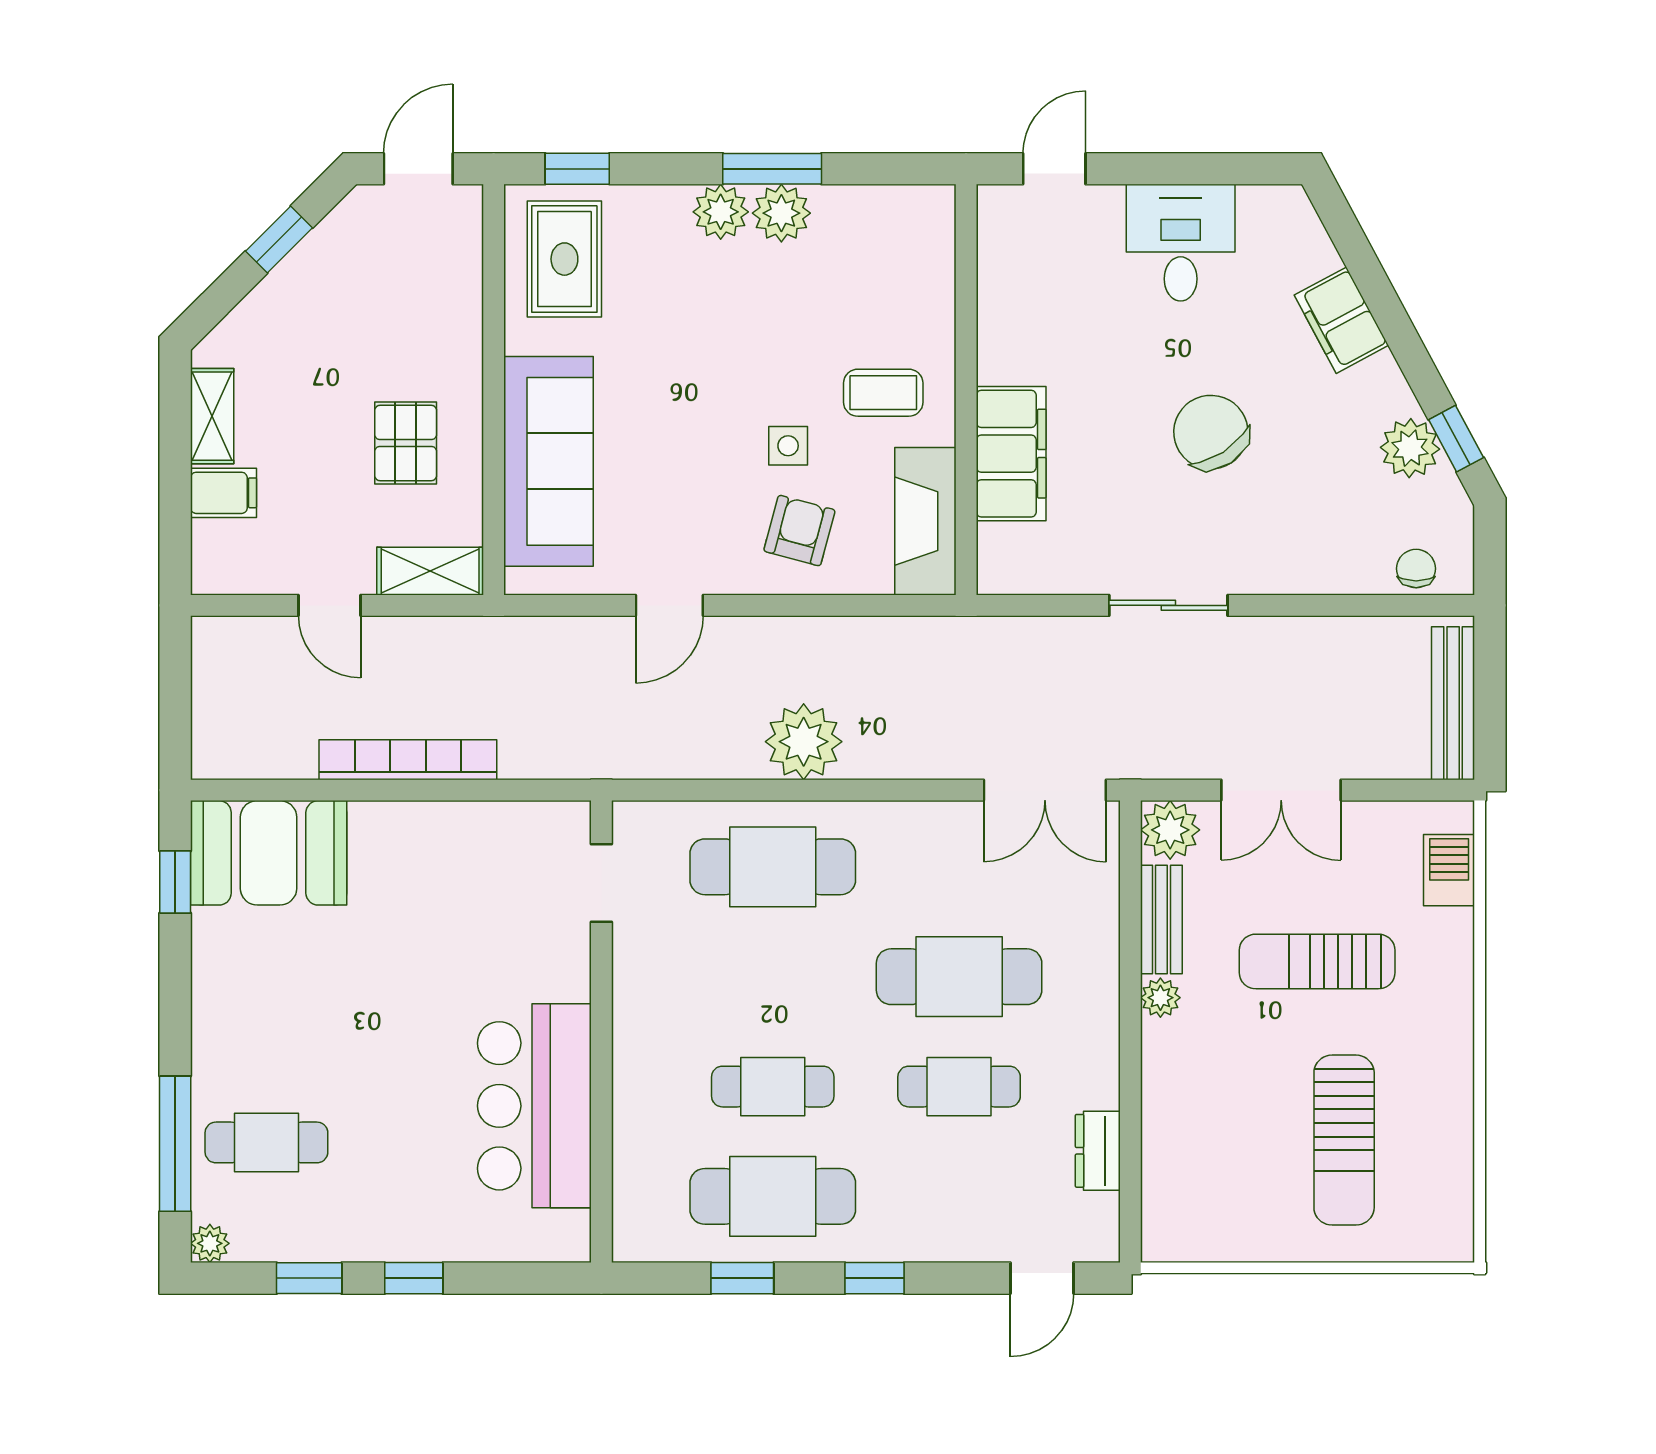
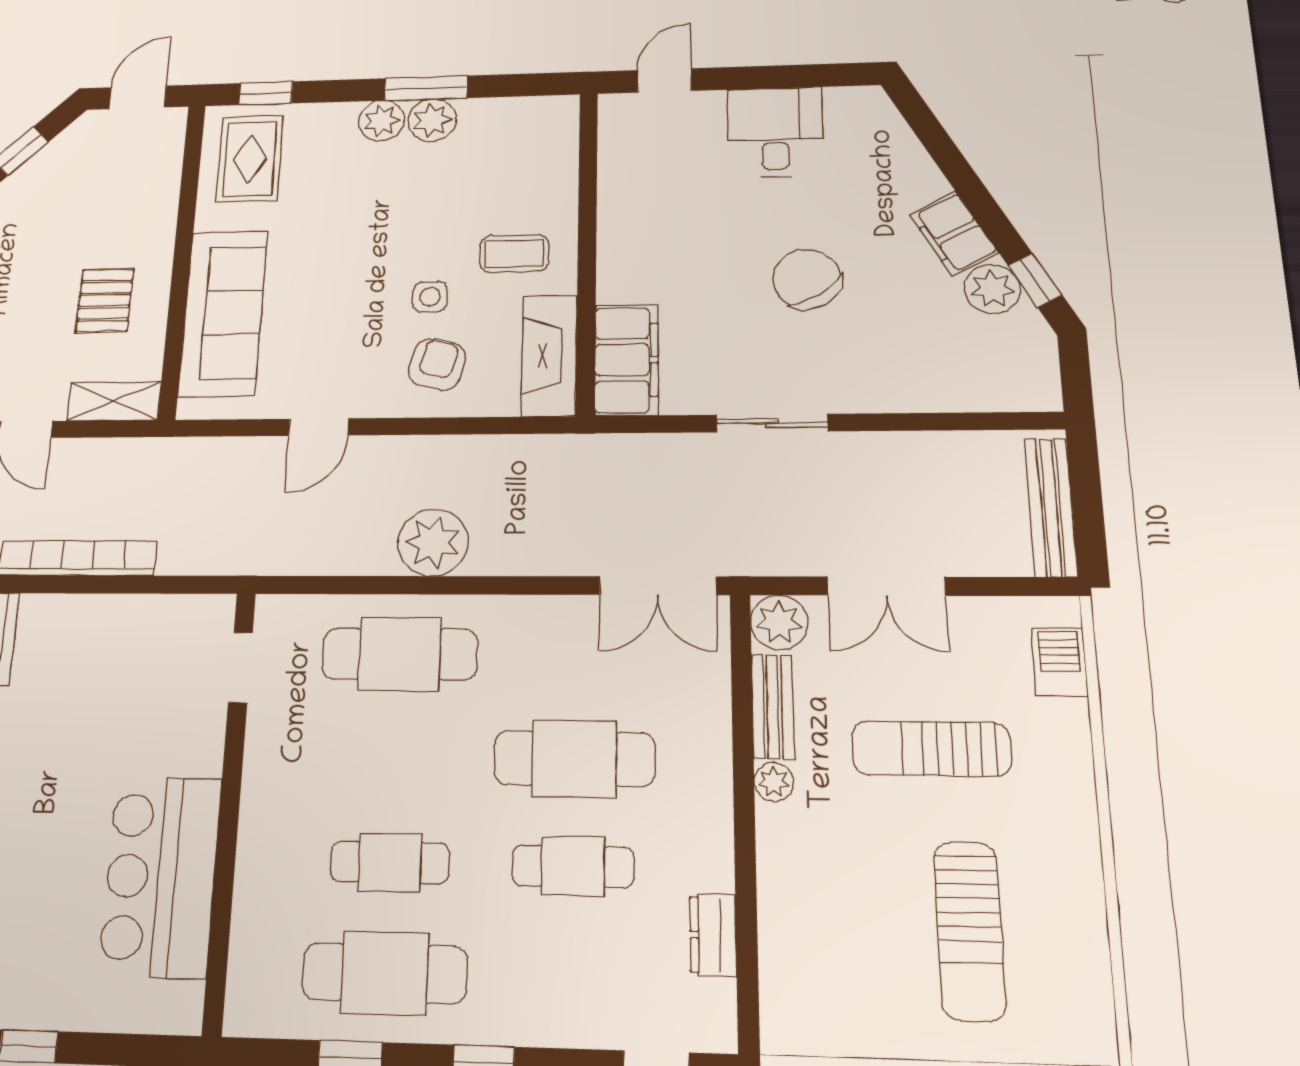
filing cabinet: (1341, 320) -> (954, 234), moved
filing cabinet: (1011, 454) -> (626, 360), moved
chair: (1416, 569) -> (1005, 389), removed

